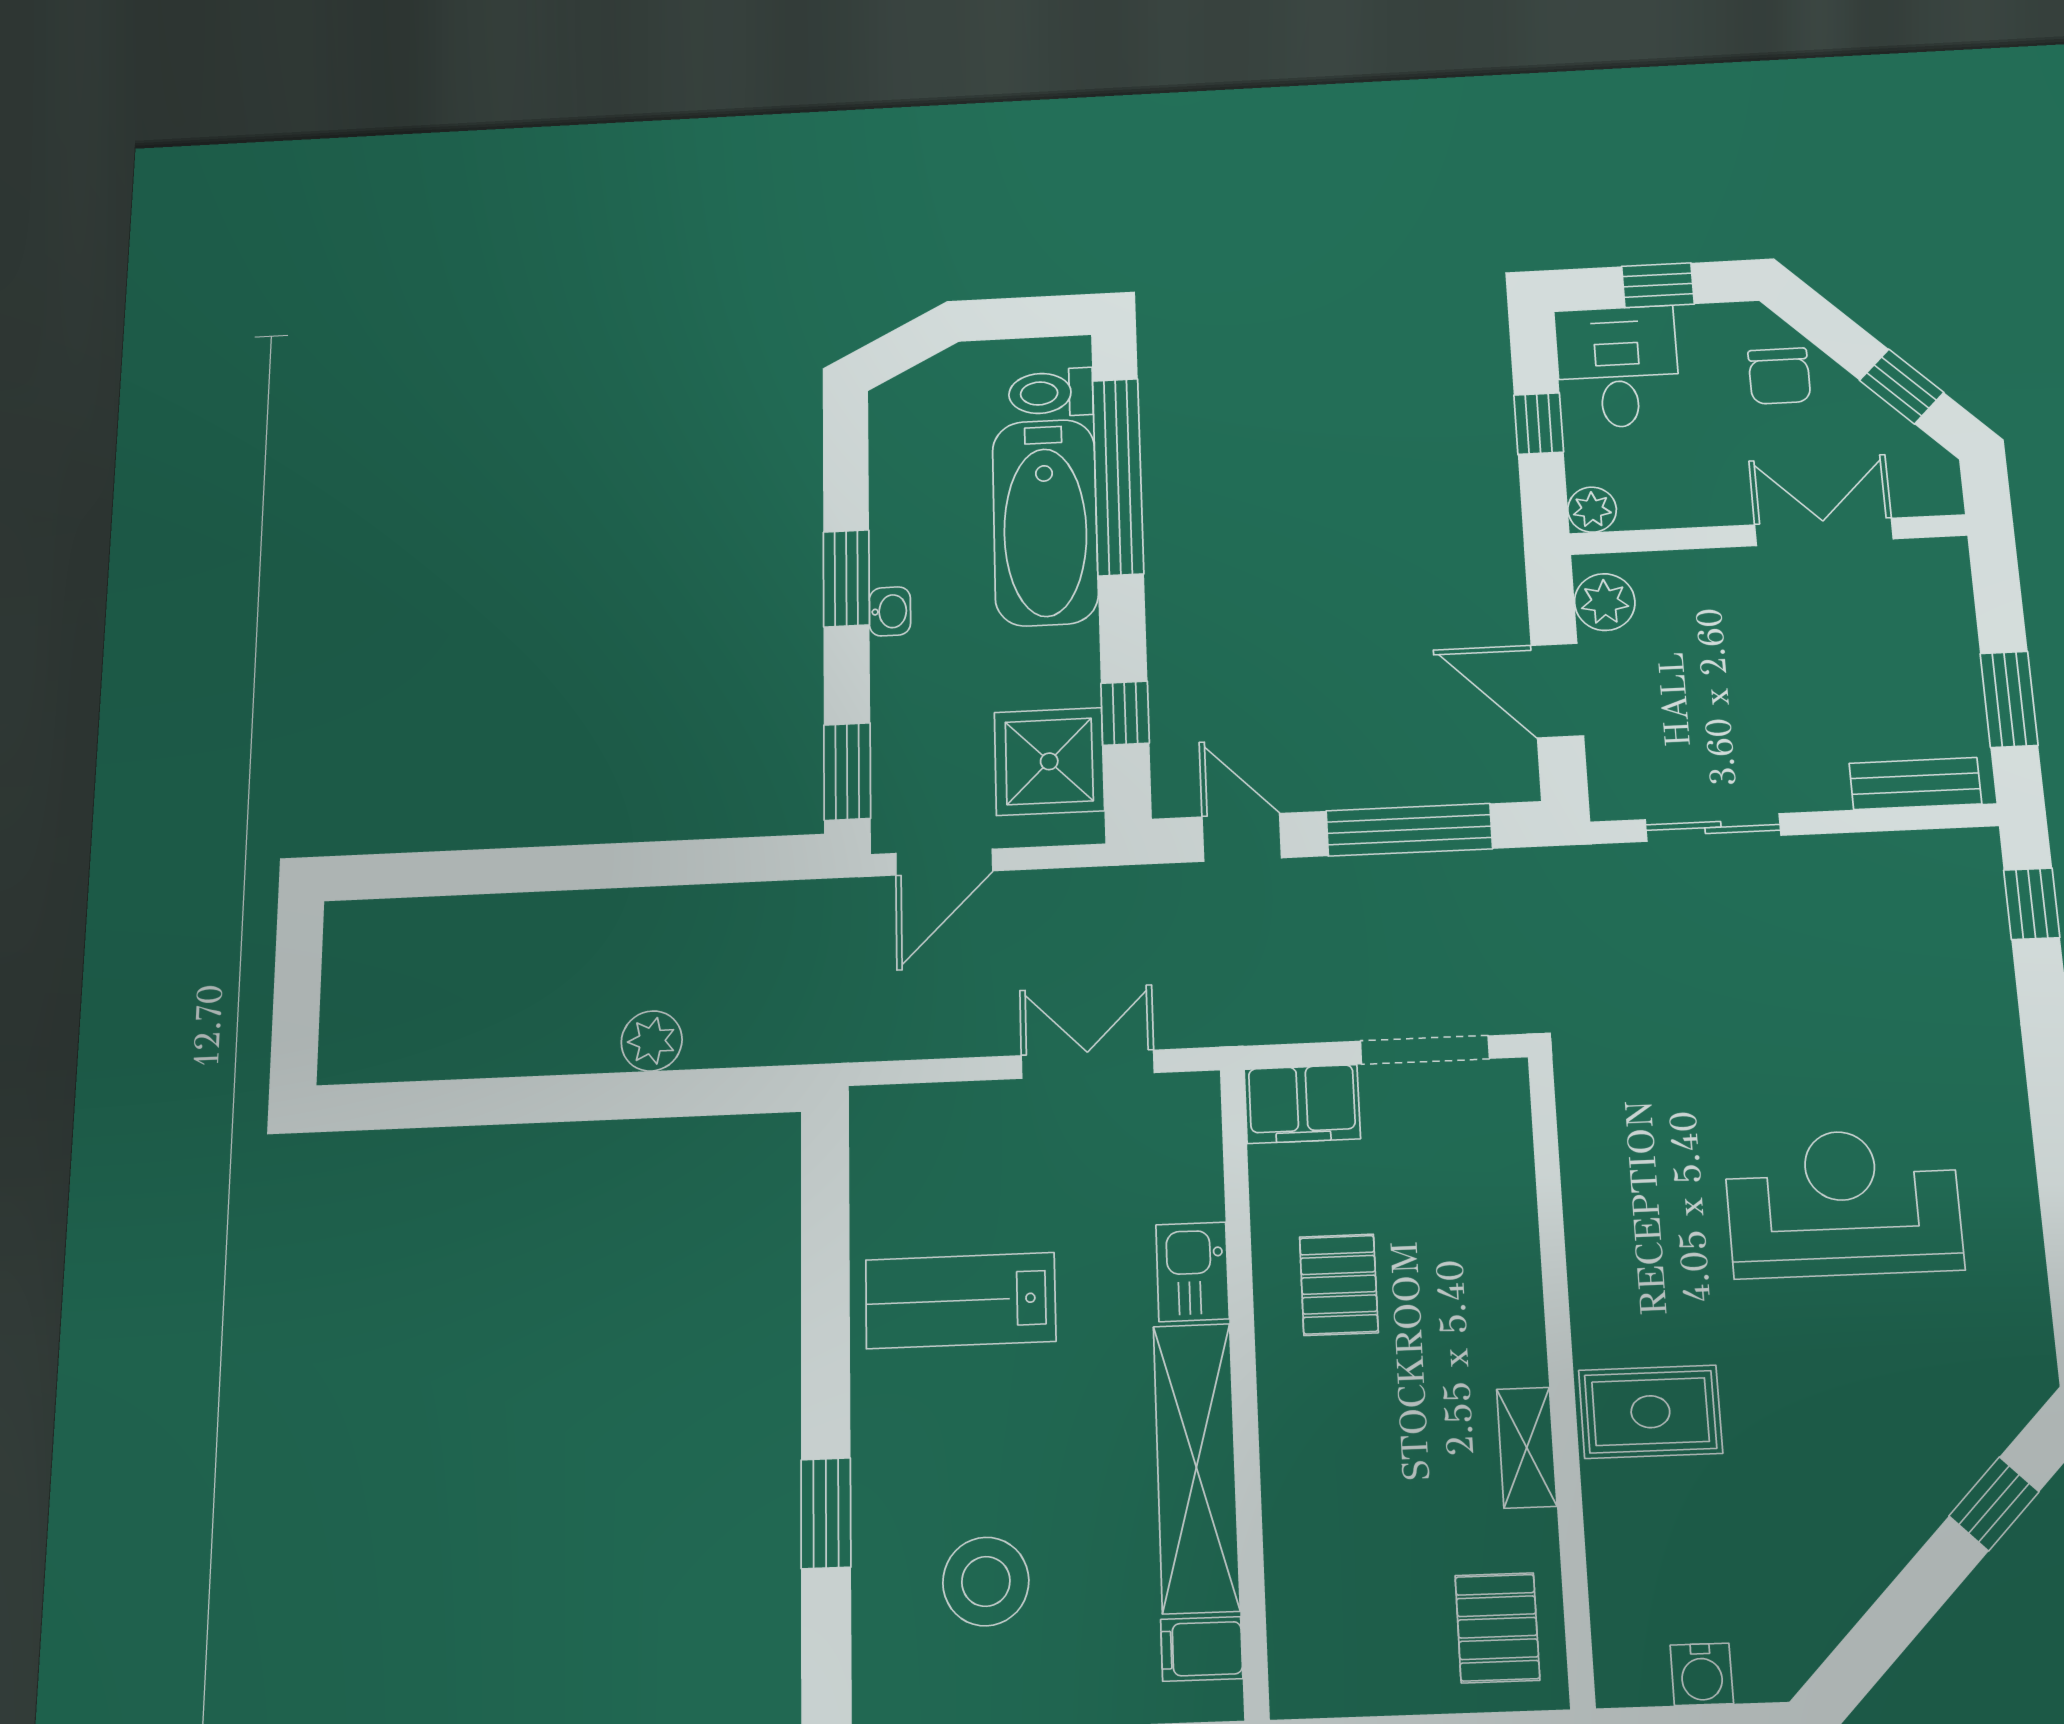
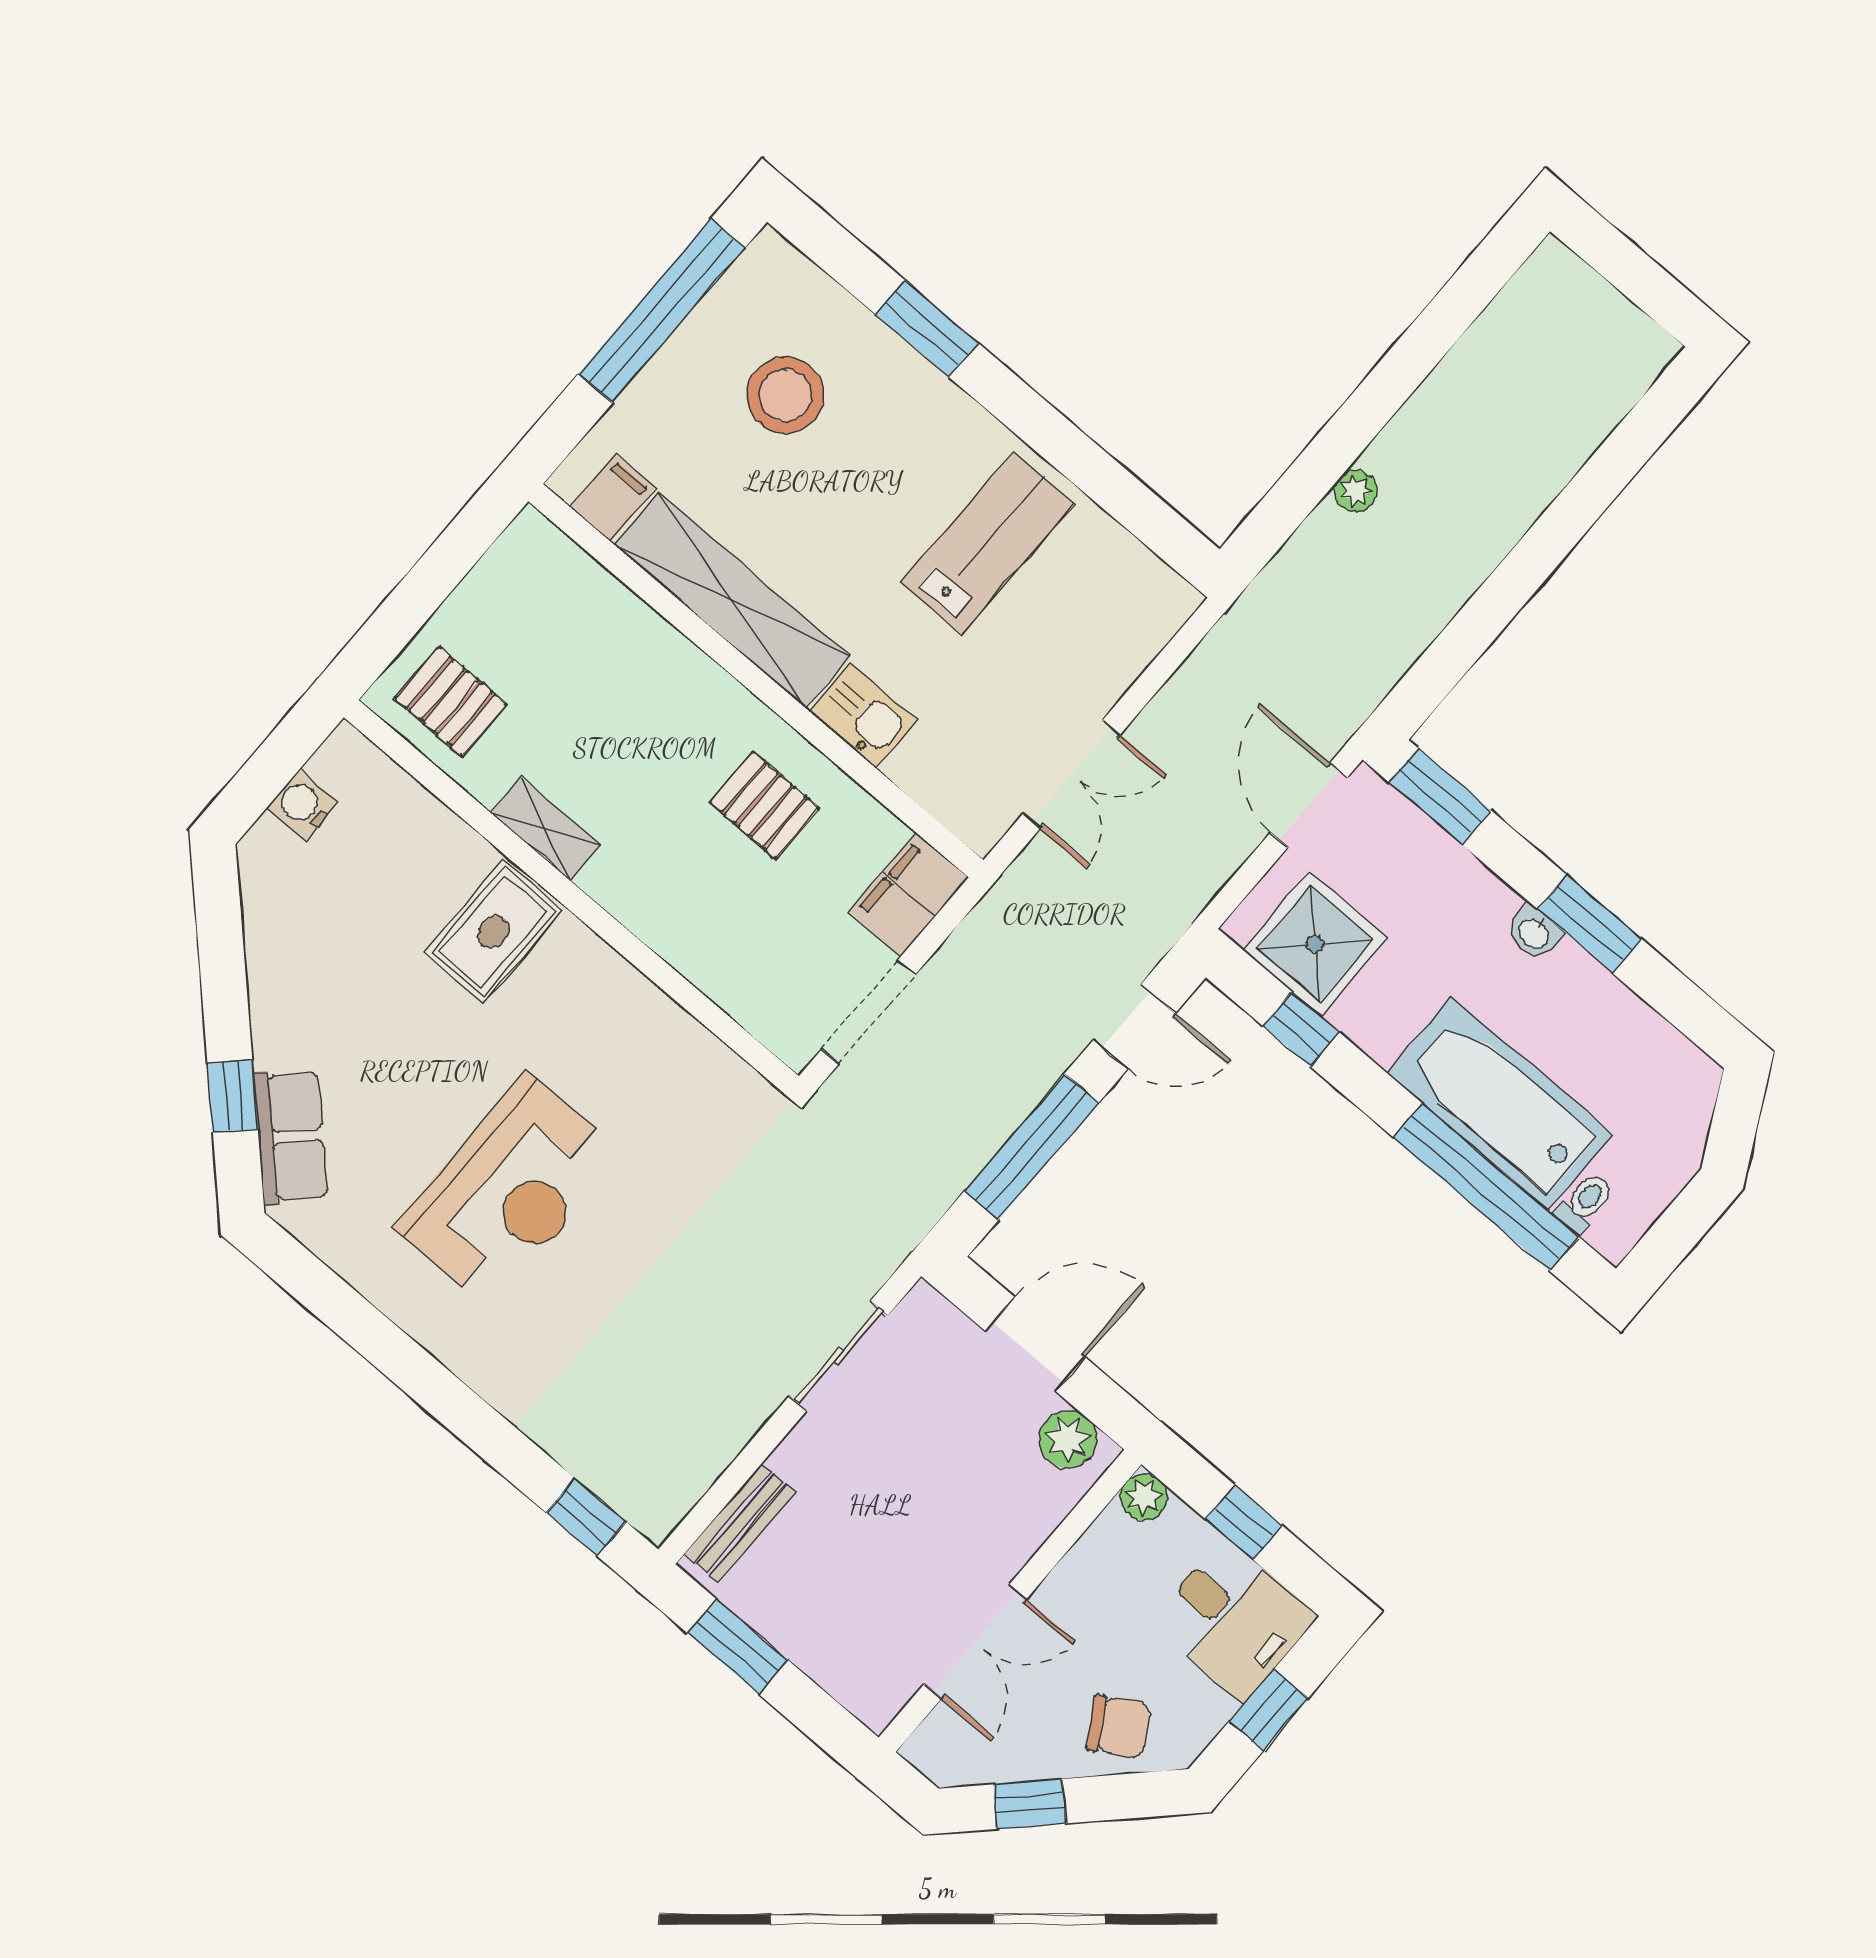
chair: (1779, 376) -> (1119, 1726), turned 149
toilet: (1051, 393) -> (1585, 1203), width x0.73, depth x0.72
plant: (652, 1041) -> (1355, 491), width x0.73, depth x0.73
row of seats: (1978, 1423) -> (290, 1137), added

